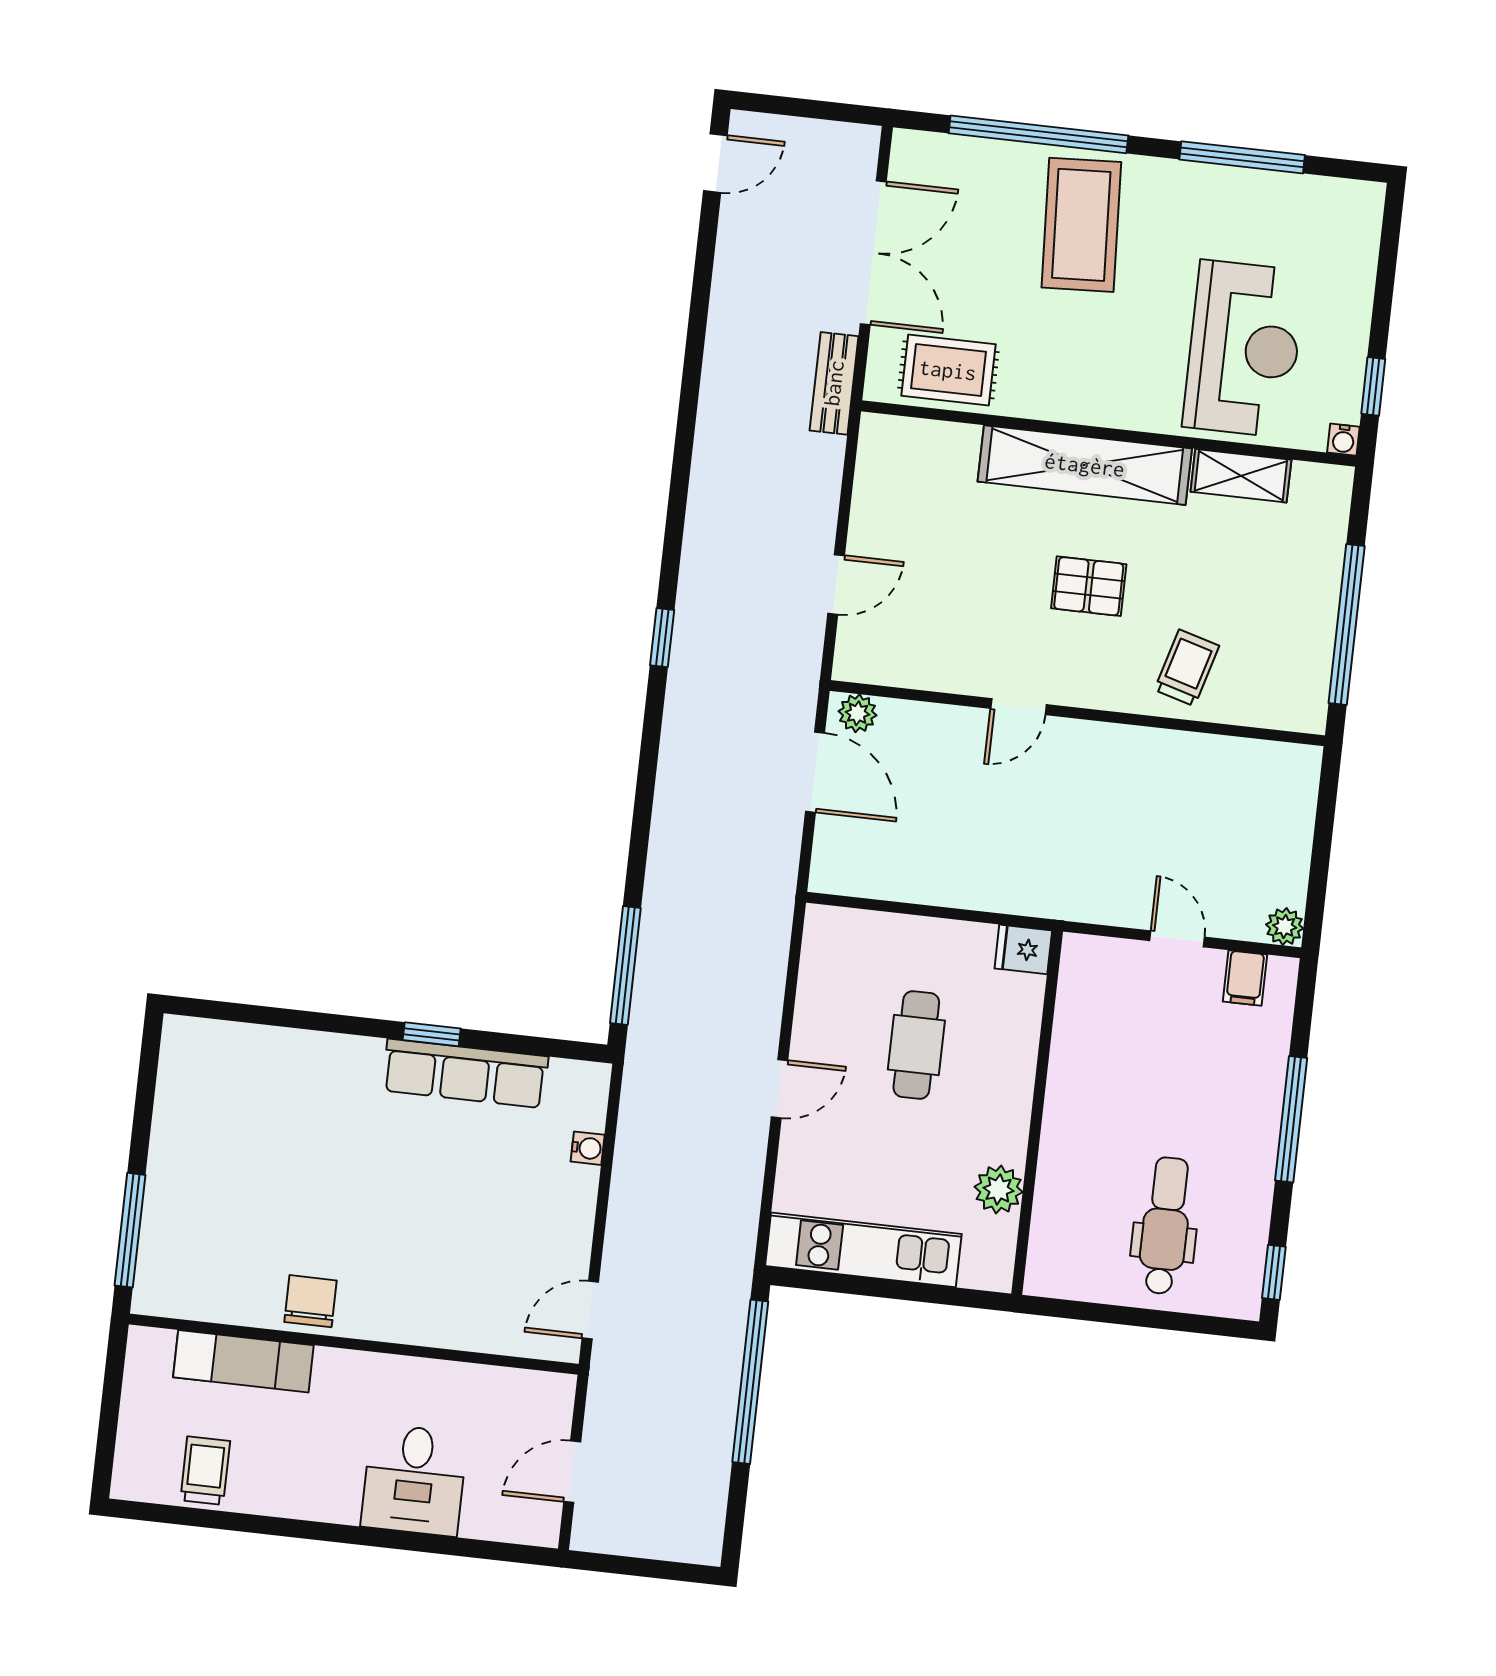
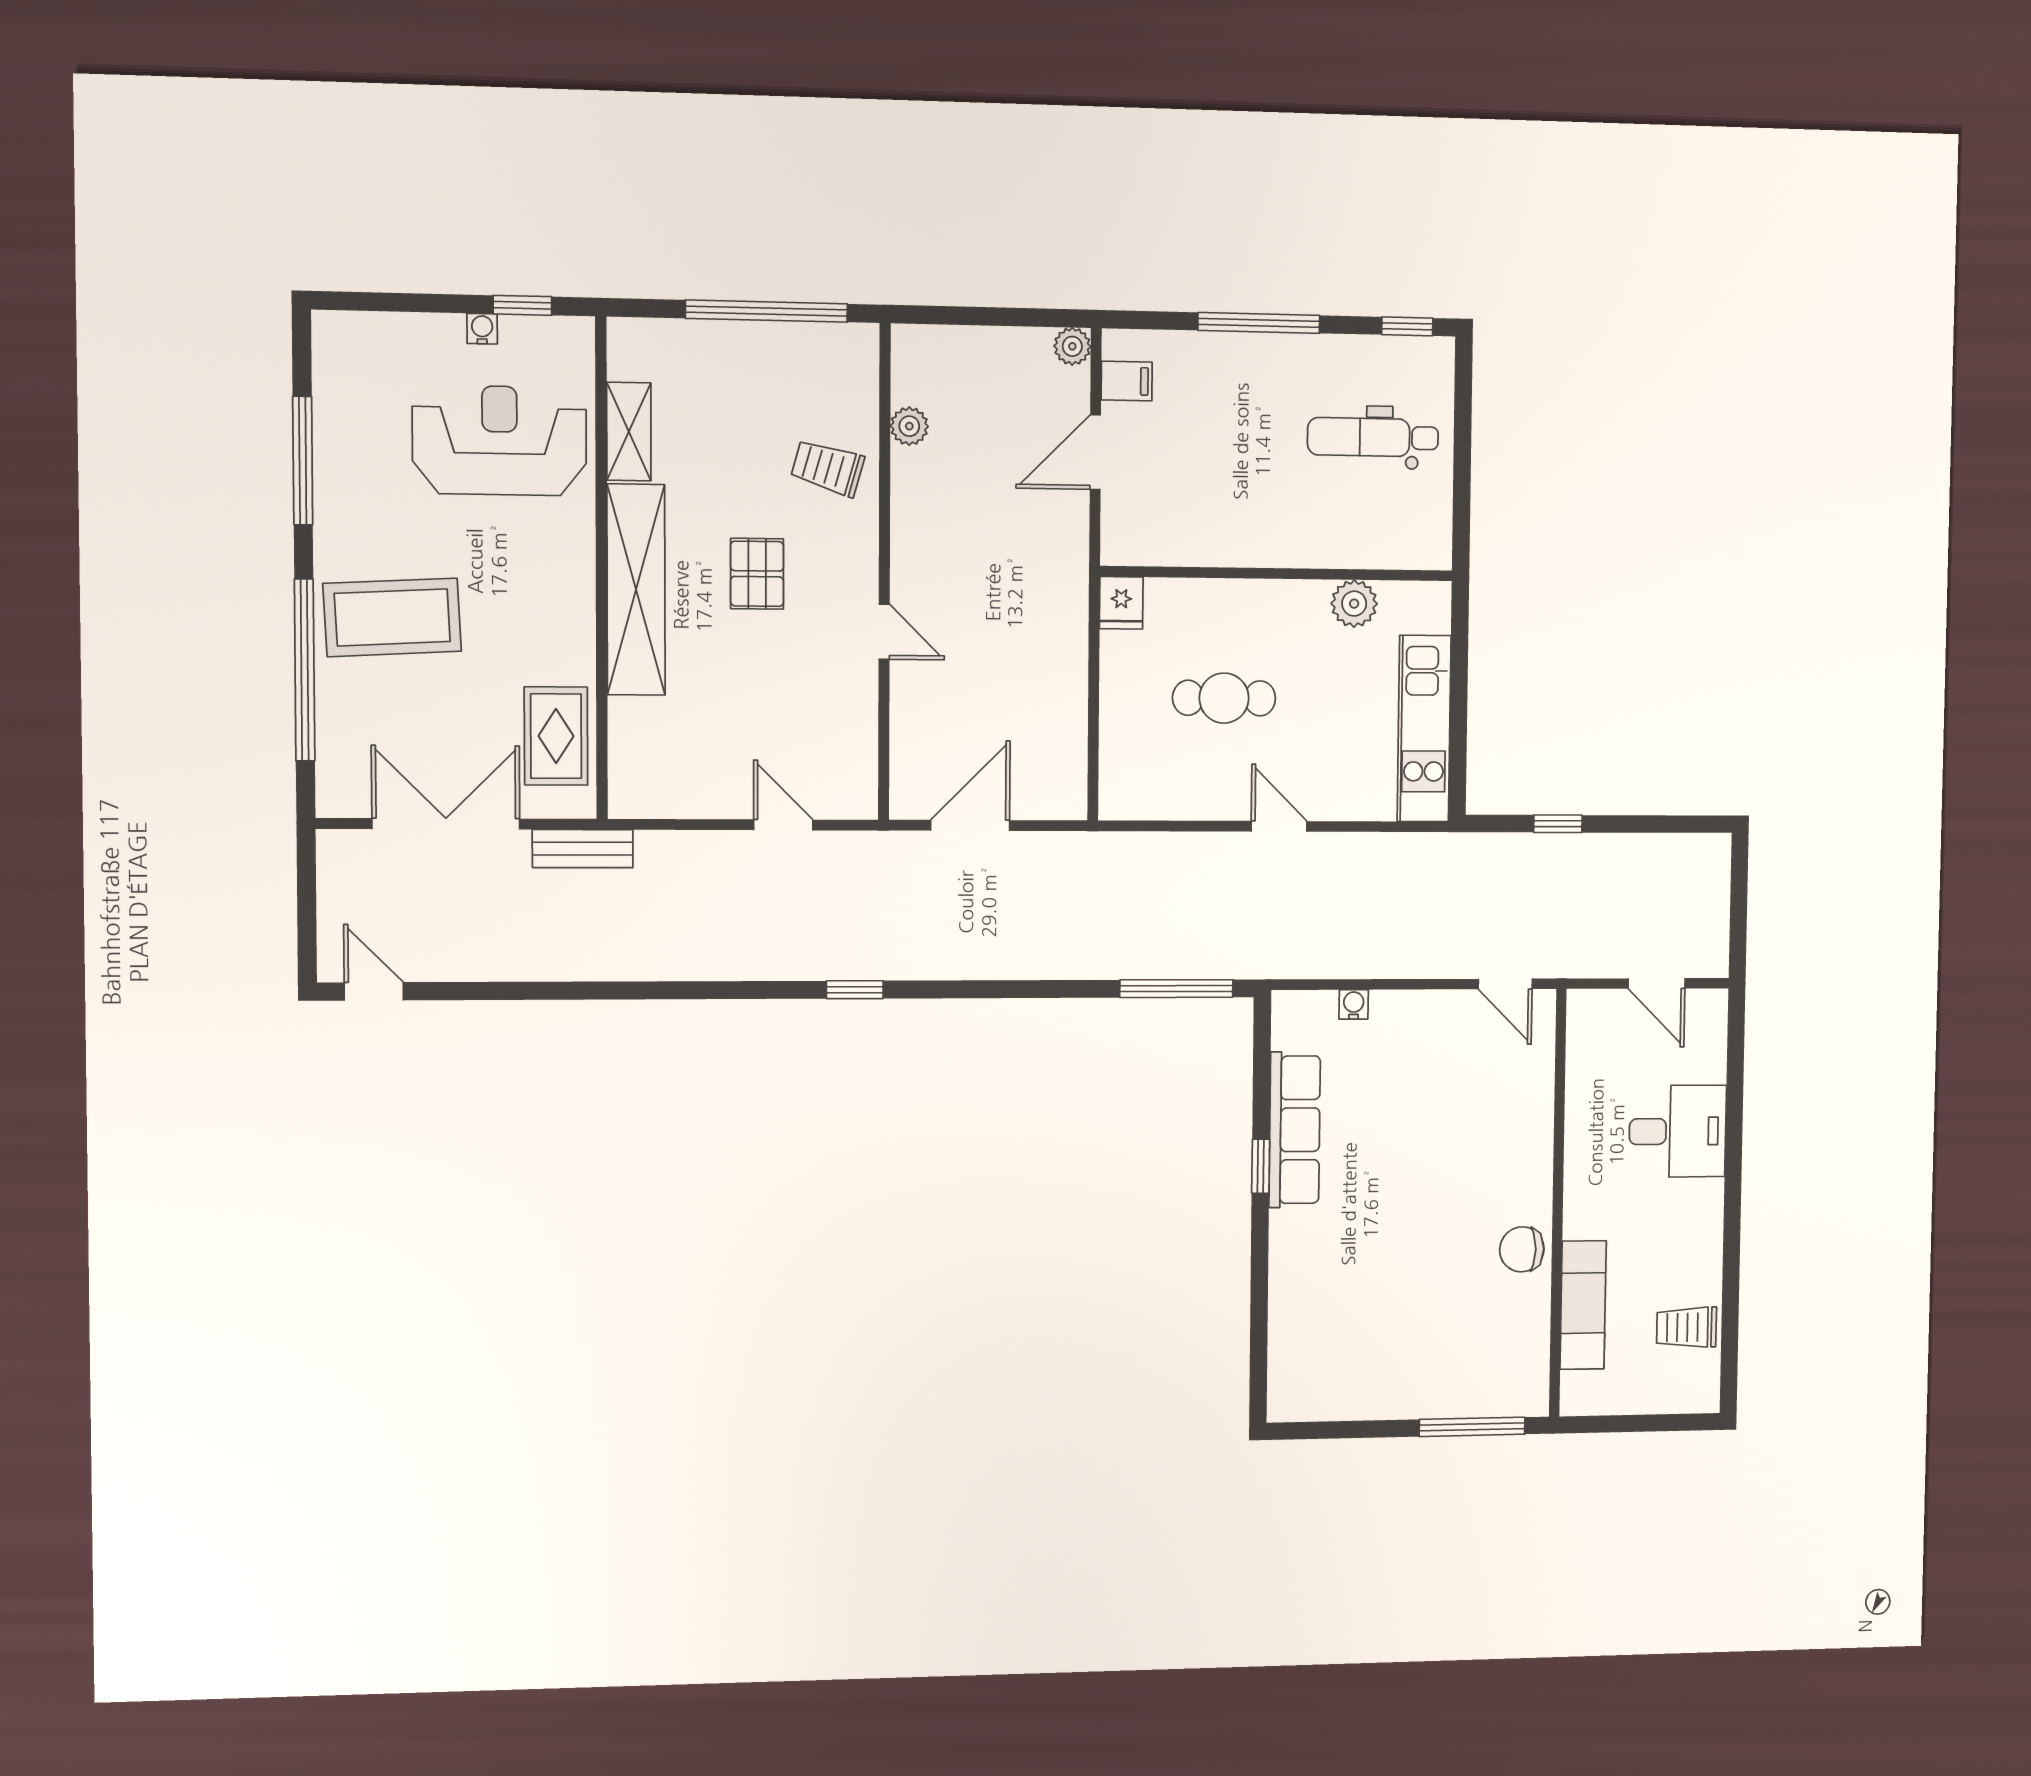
water cooler: (1343, 440) -> (482, 329), moved, turned -90
plant: (857, 713) -> (909, 426), moved
door: (1177, 939) -> (1095, 452), width x1.38
window: (750, 1382) -> (1558, 824), width x0.32

